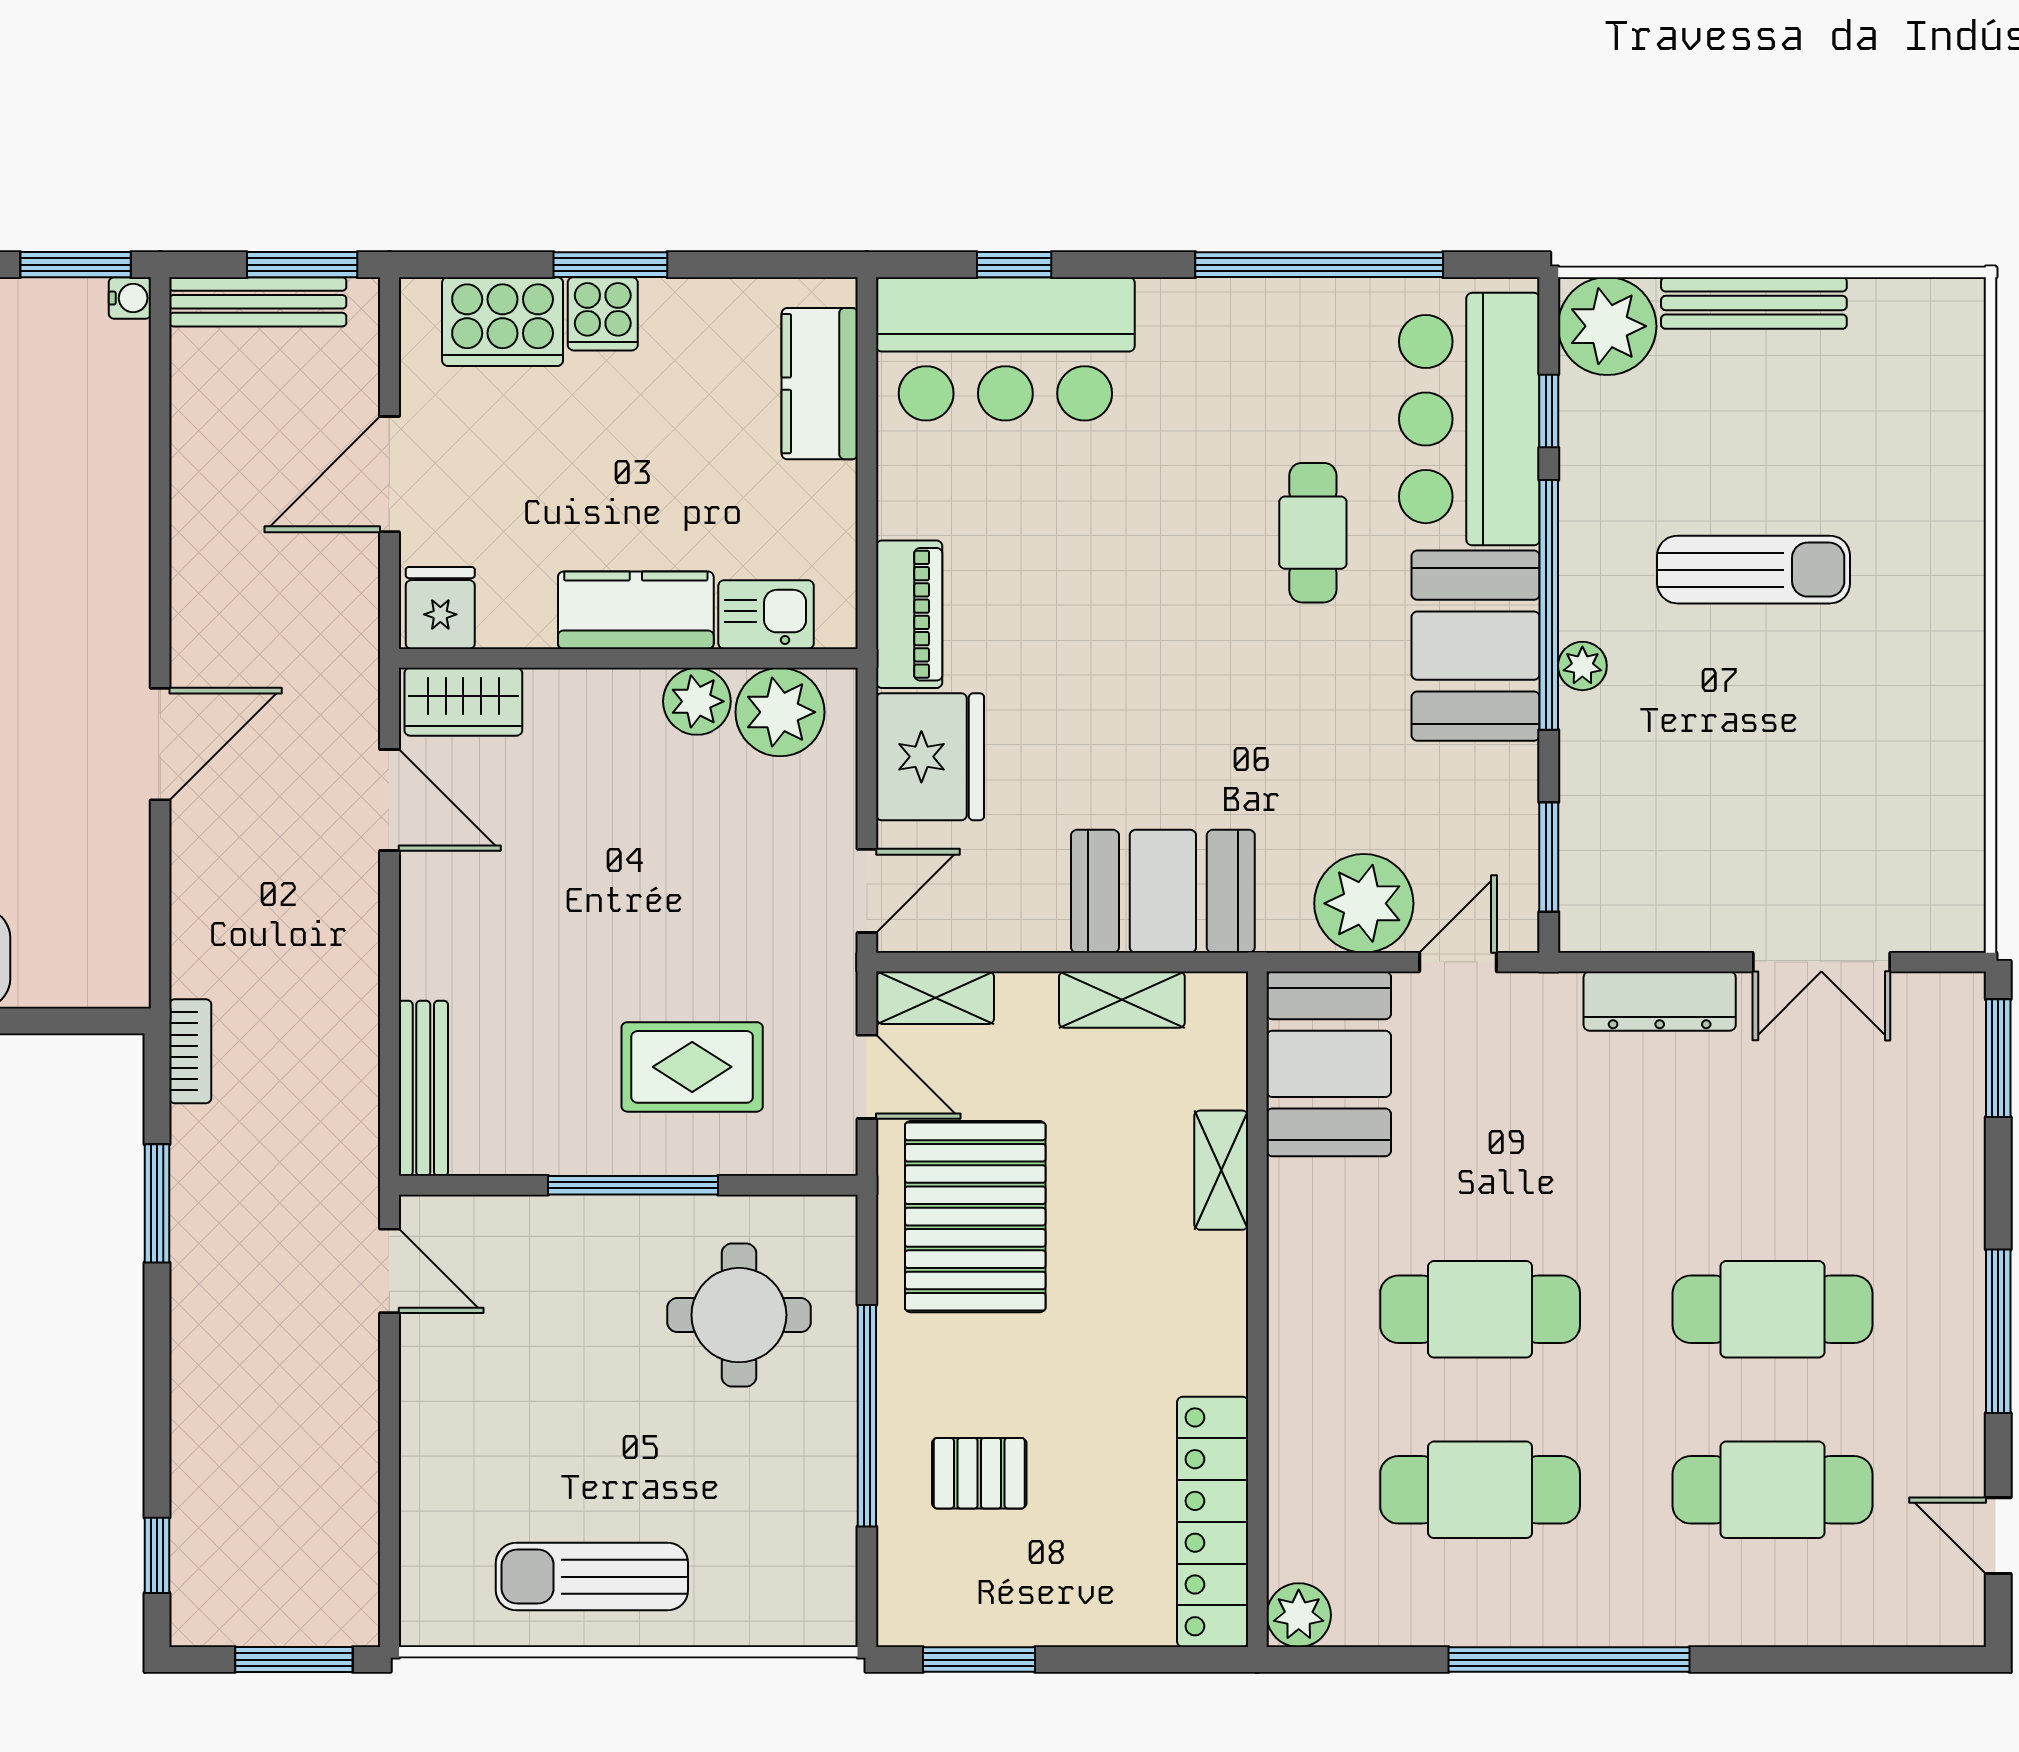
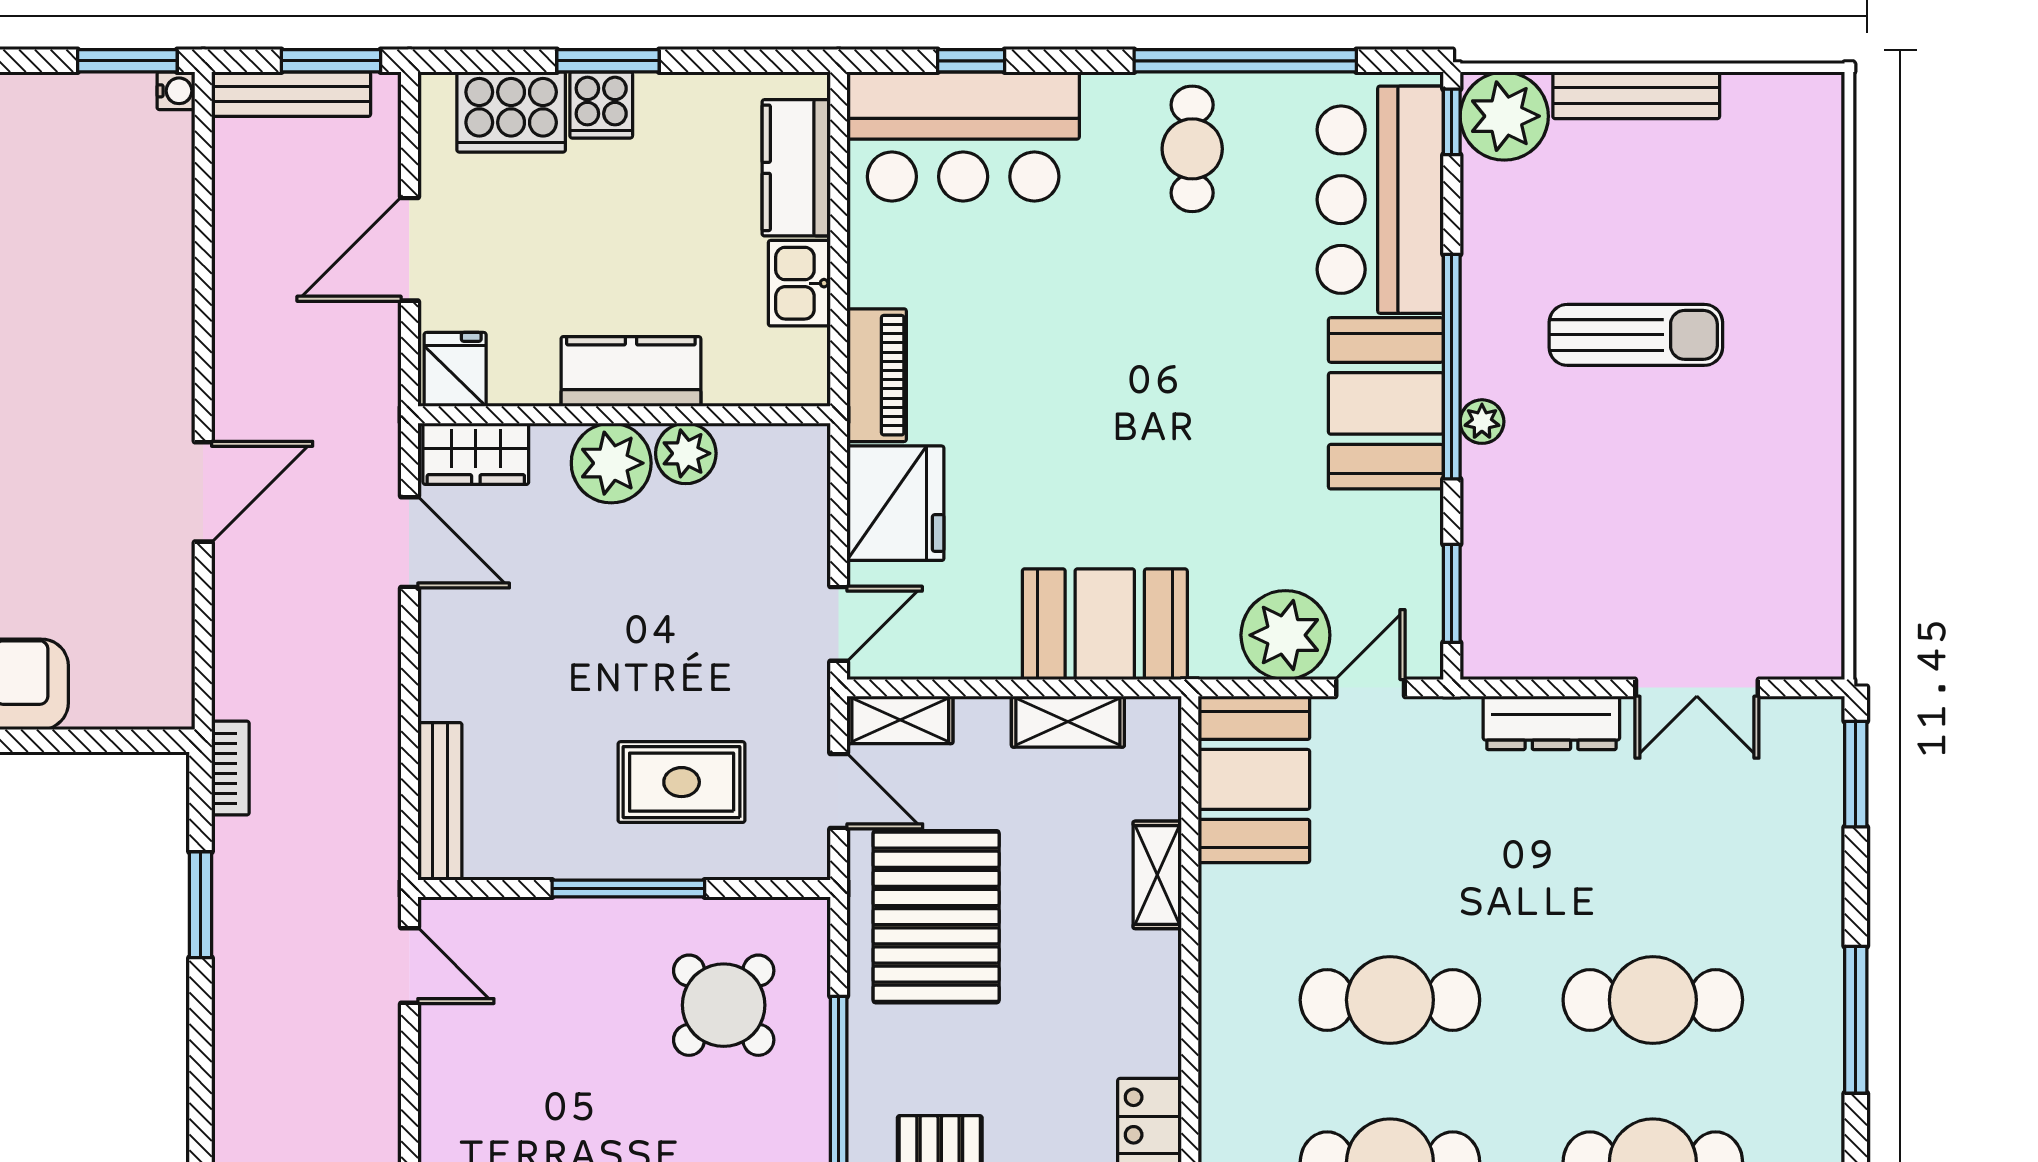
window: (1549, 411) -> (1452, 122), moved
cafe table: (1313, 533) -> (1192, 149), moved
kitchen sink: (766, 615) -> (799, 283), moved, turned -90
plant: (780, 712) -> (611, 463), moved
round table: (739, 1315) -> (724, 1005), turned 45

